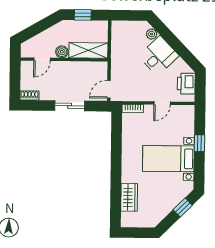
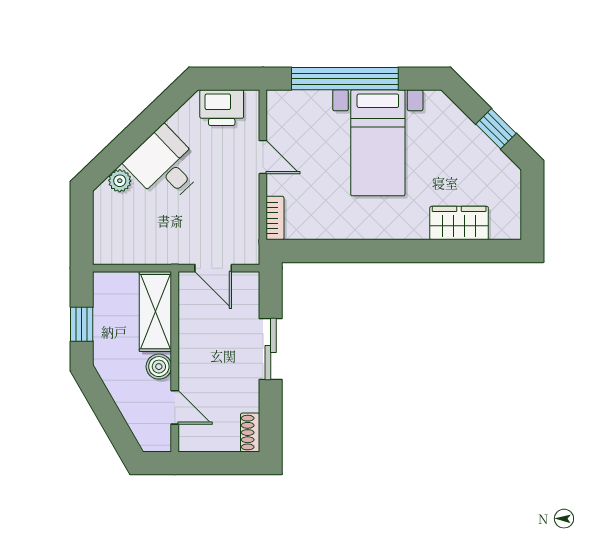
door: (109, 89) -> (213, 268), moved
window: (199, 143) -> (345, 79), width x3.17
window: (183, 208) -> (496, 129), moved

